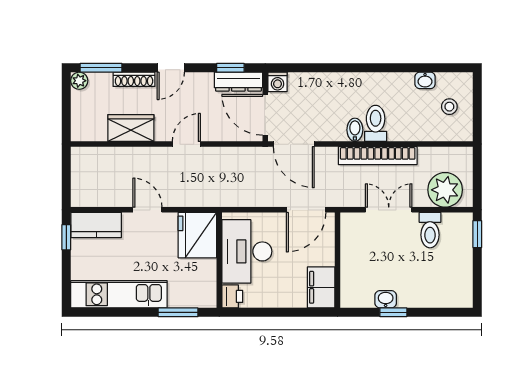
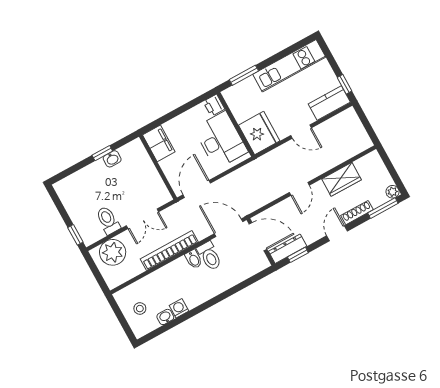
washing machine: (278, 82) -> (179, 308), moved
toilet: (376, 123) -> (209, 256), moved

